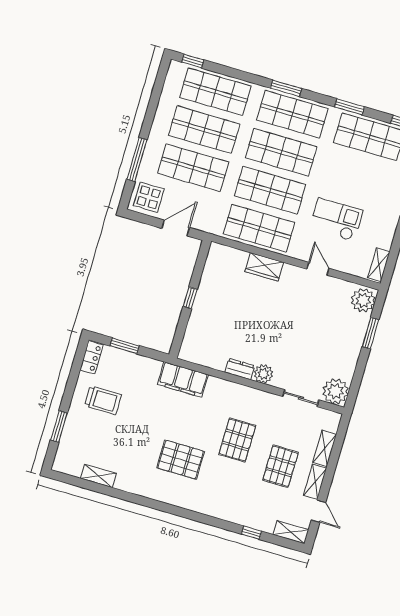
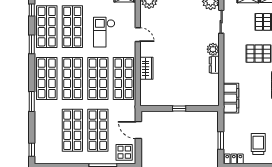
window: (286, 88) -> (32, 101), moved
shop shelf: (215, 92) -> (72, 27), moved
door: (318, 269) -> (138, 35), swing flipped

